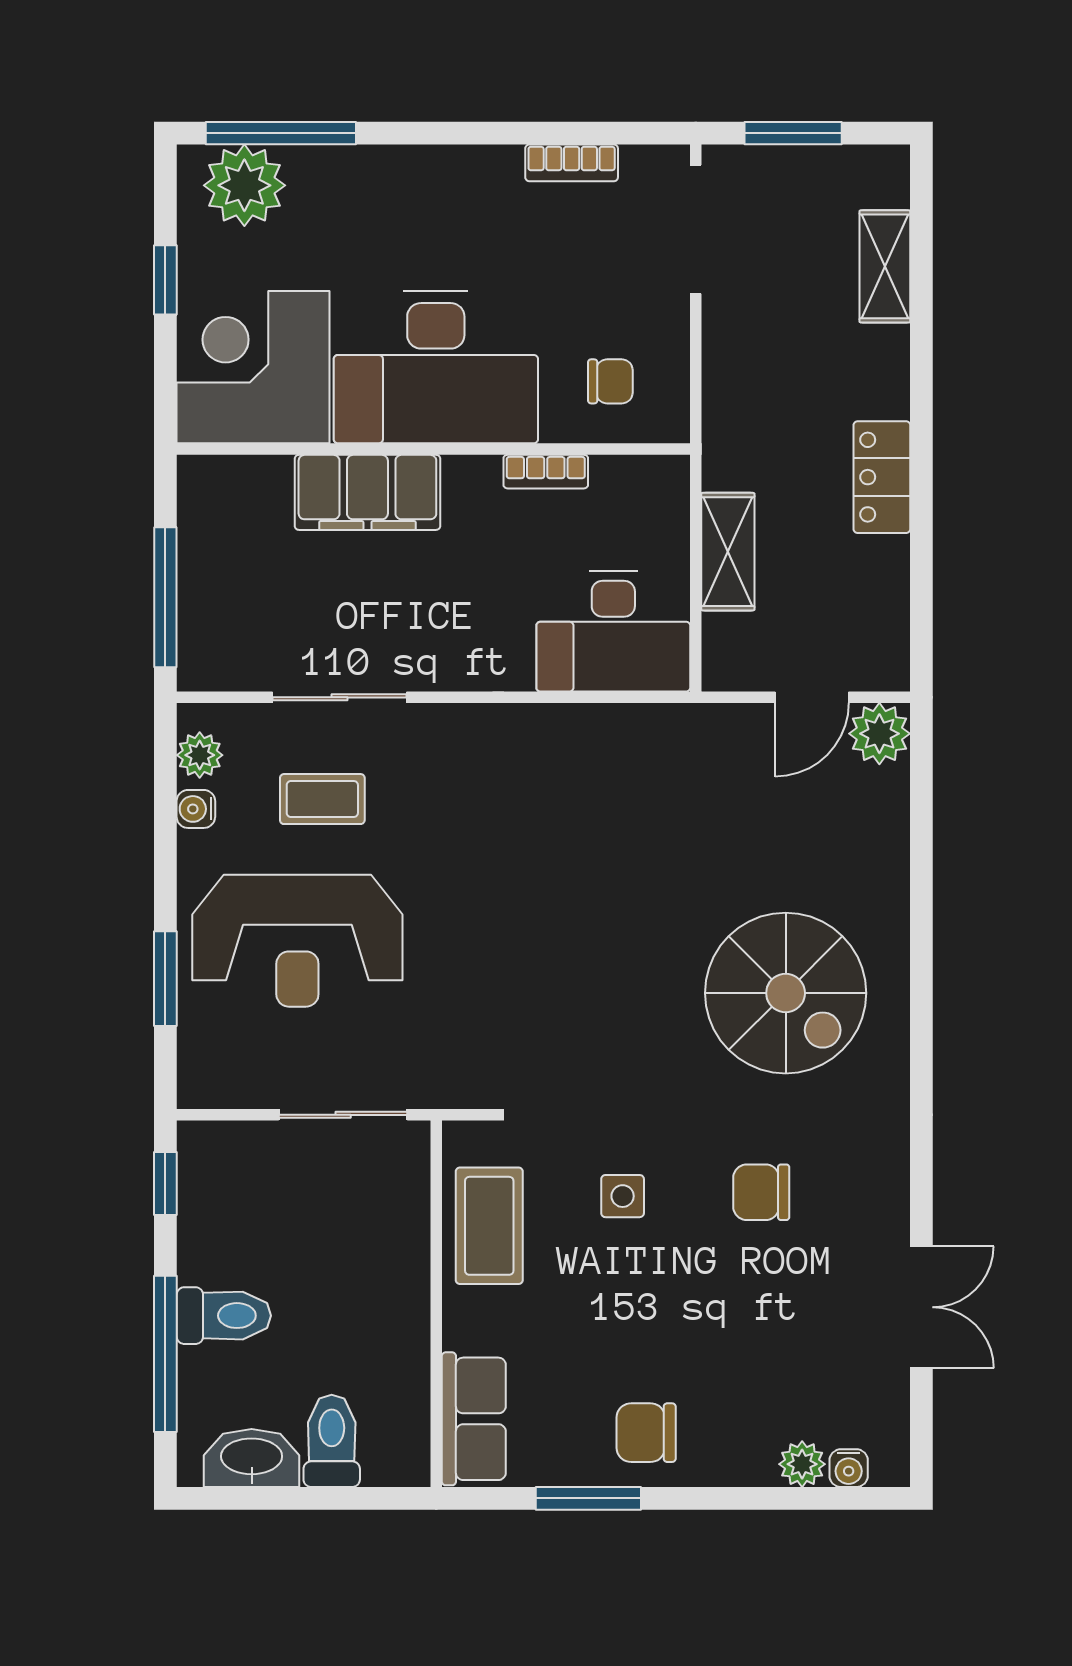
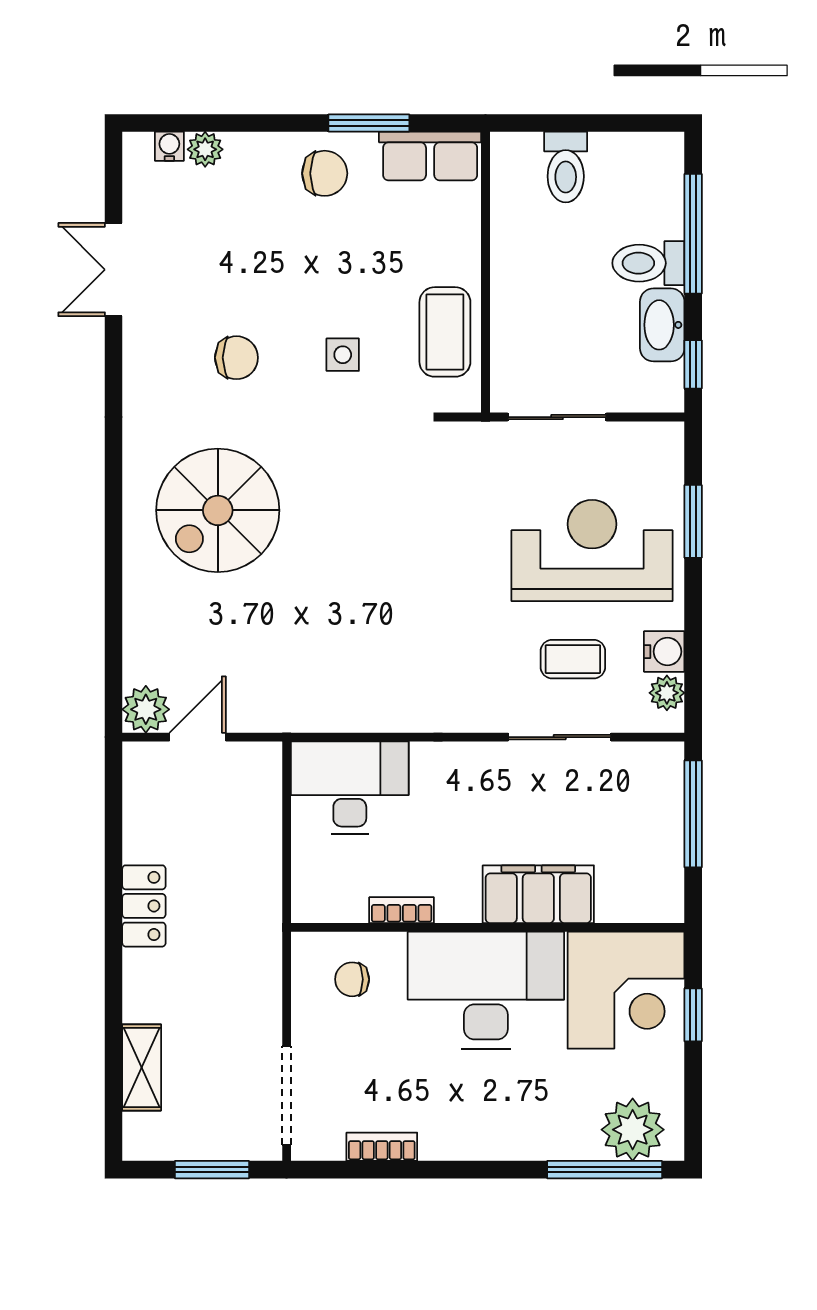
window: (165, 280) -> (693, 1015), moved
shelving: (728, 552) -> (262, 849), removed
water cooler: (196, 809) -> (664, 652), width x1.38, depth x1.38
spiral stairs: (786, 993) -> (218, 510), turned -90
row of seats: (474, 1419) -> (430, 156), moved, turned -90
washbasin: (252, 1458) -> (662, 325), moved, turned 90

